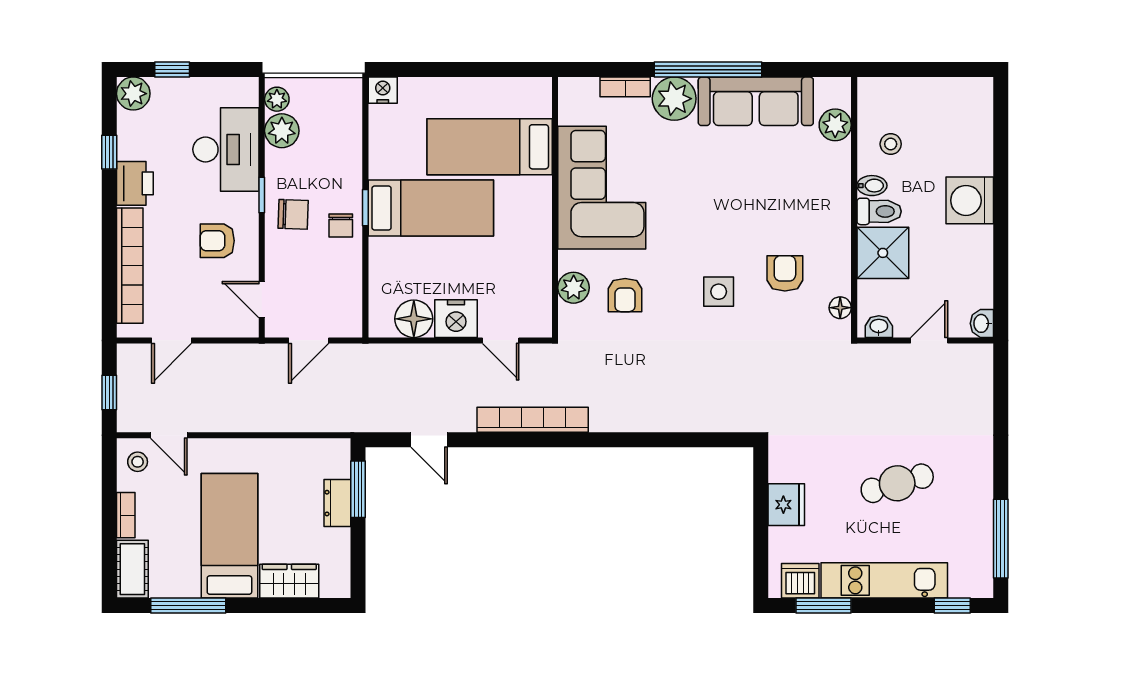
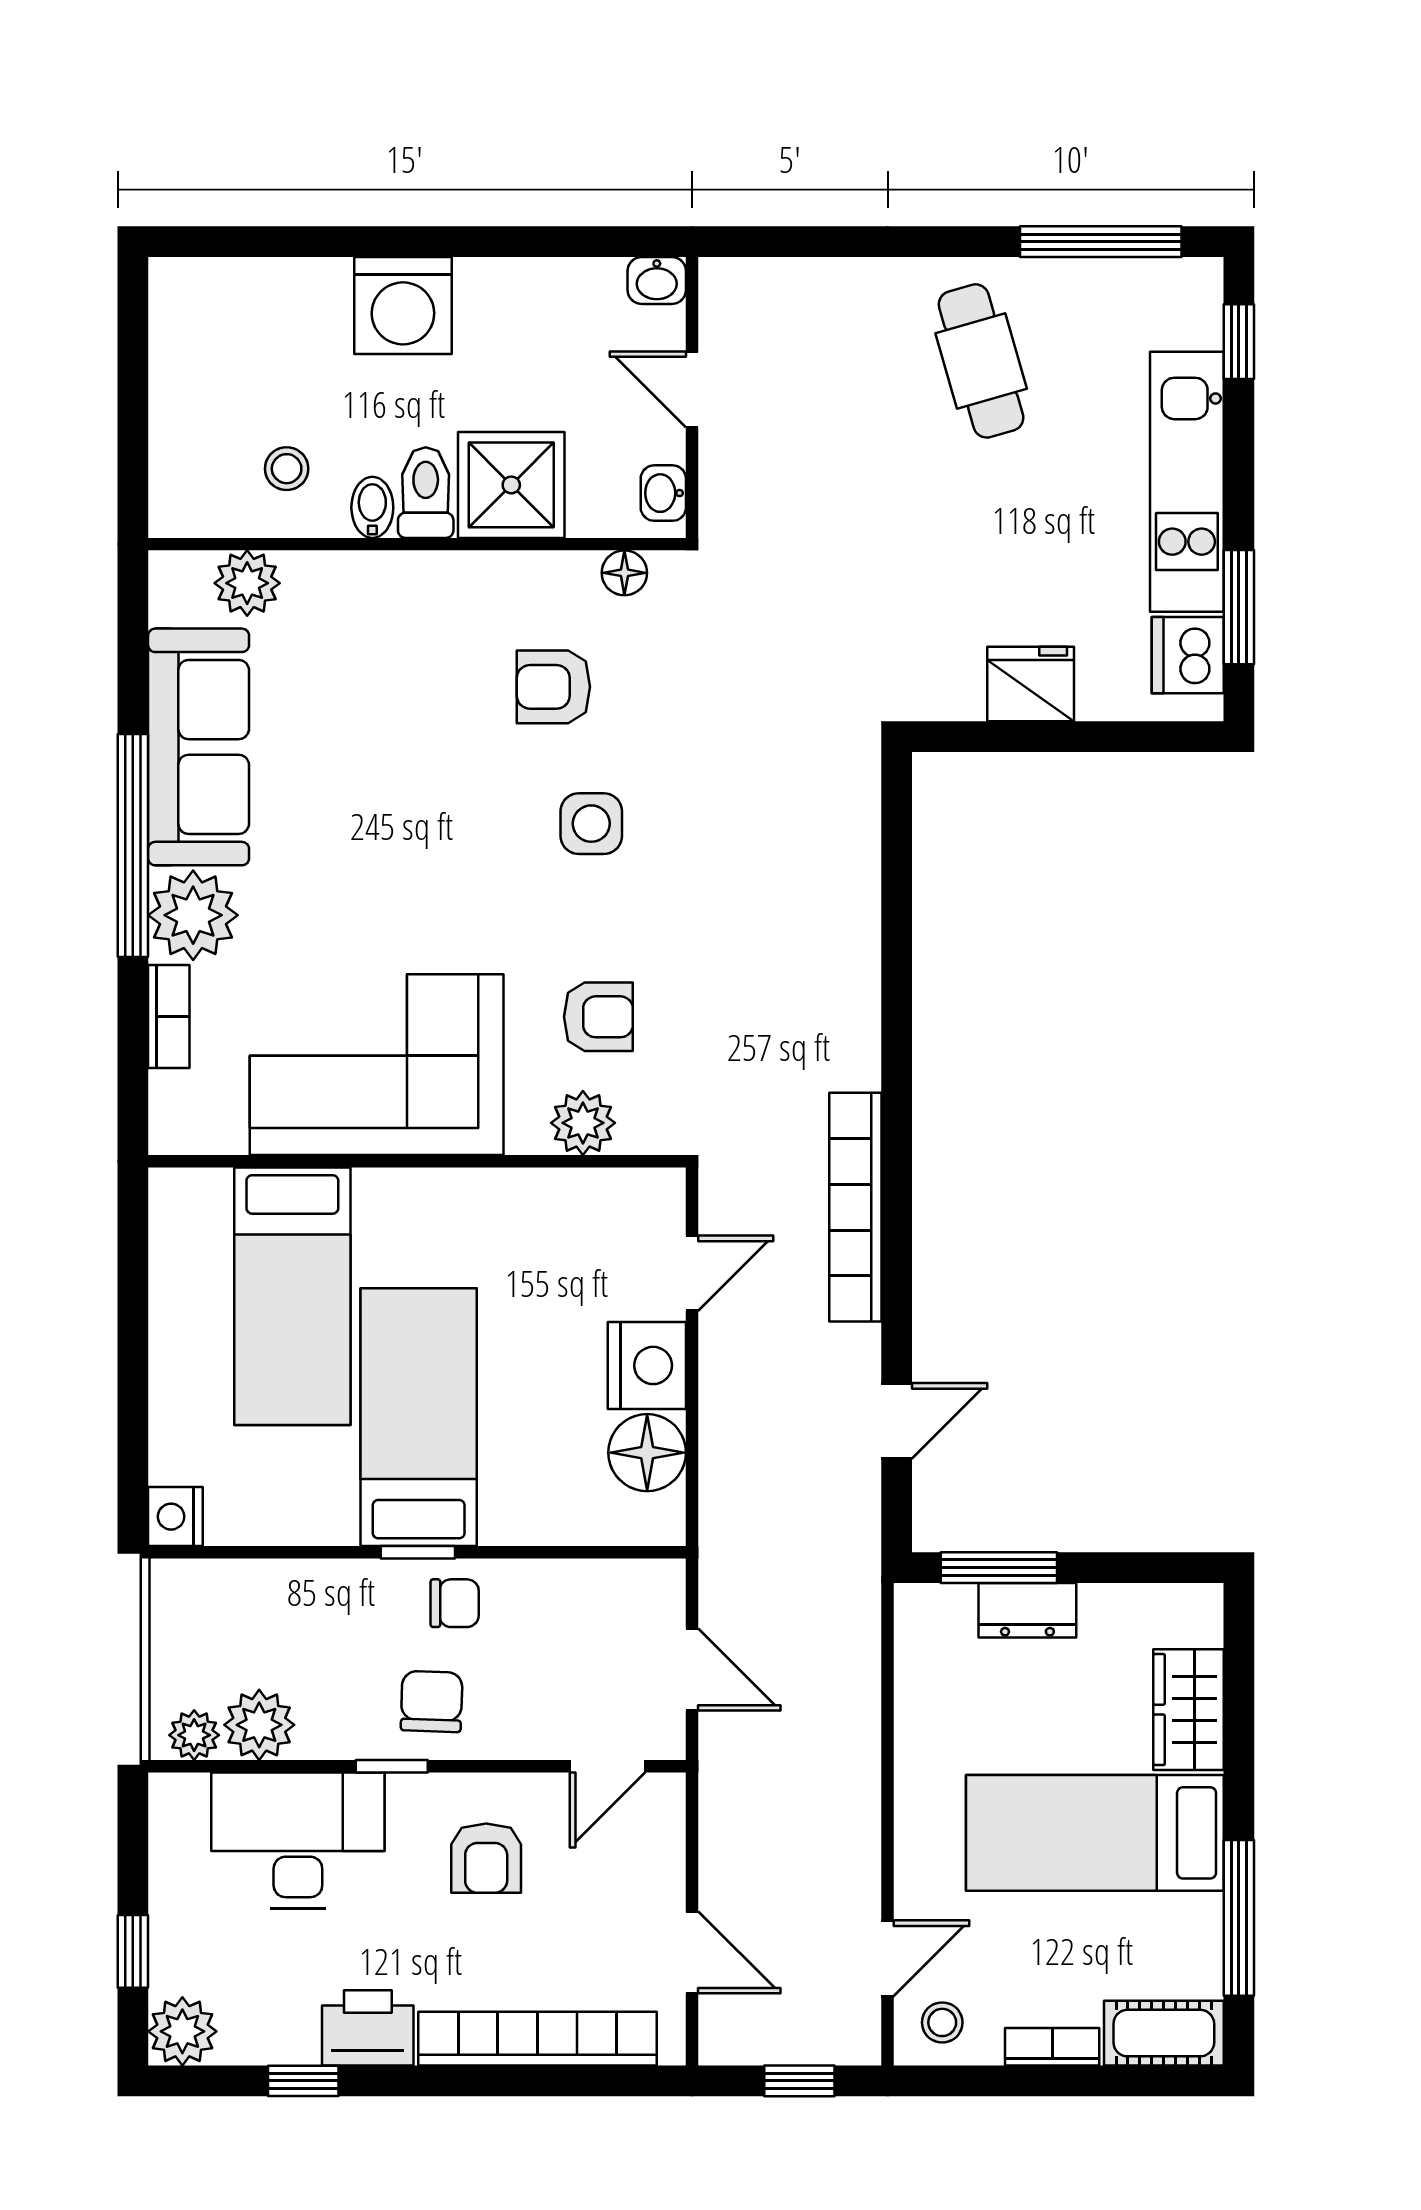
cafe table: (897, 483) -> (981, 361), moved

